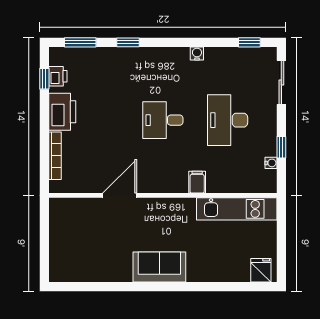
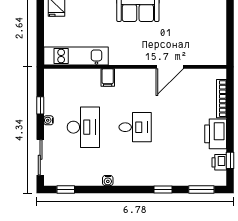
water cooler: (271, 163) -> (48, 120), moved

